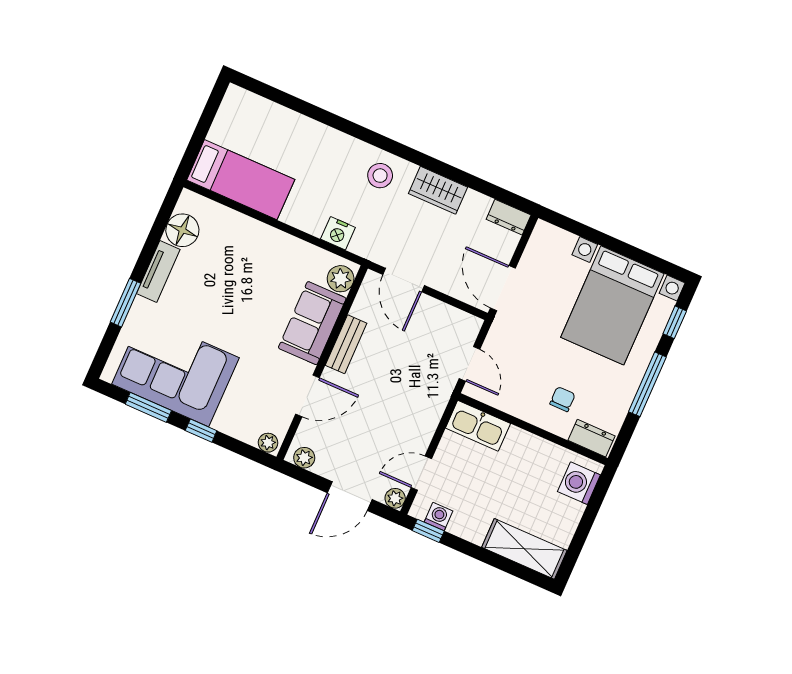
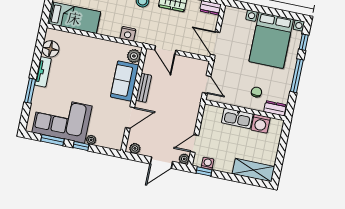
kitchen sink: (478, 426) -> (237, 118), moved
plant: (268, 443) -> (91, 140), moved
washing machine: (579, 483) -> (261, 124), moved, turned -90

